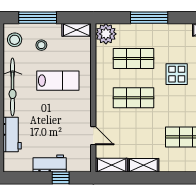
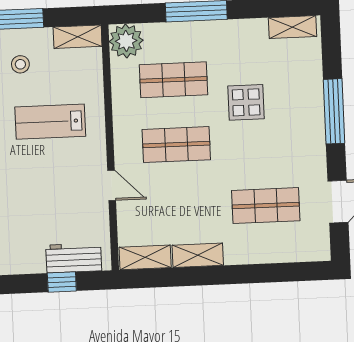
lab bench: (58, 81) -> (50, 122), turned 180
door: (93, 136) -> (112, 185), moved
workbench: (50, 164) -> (74, 258), moved

